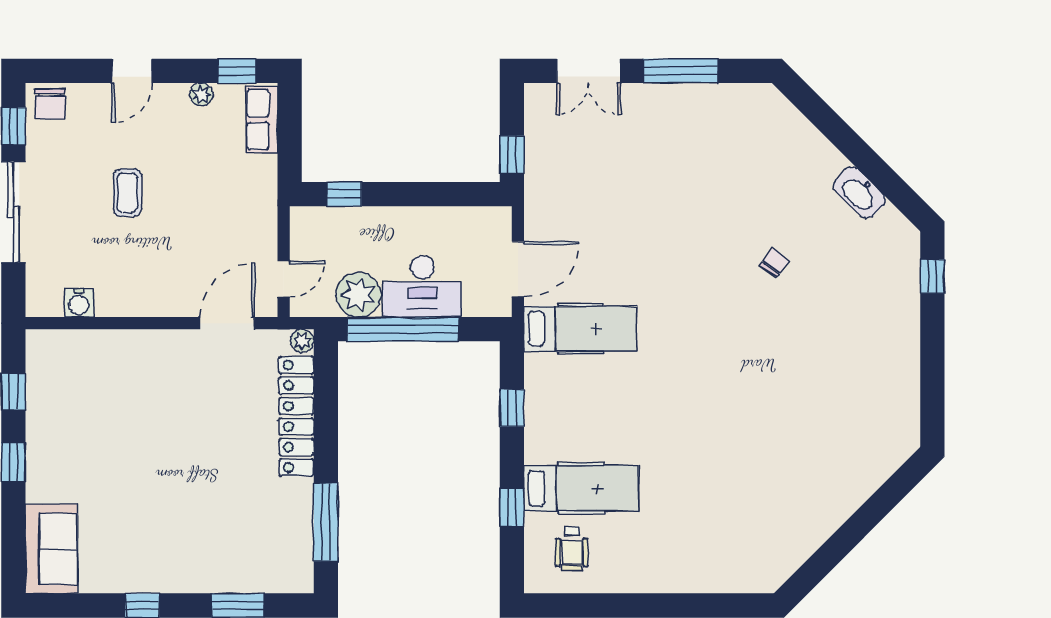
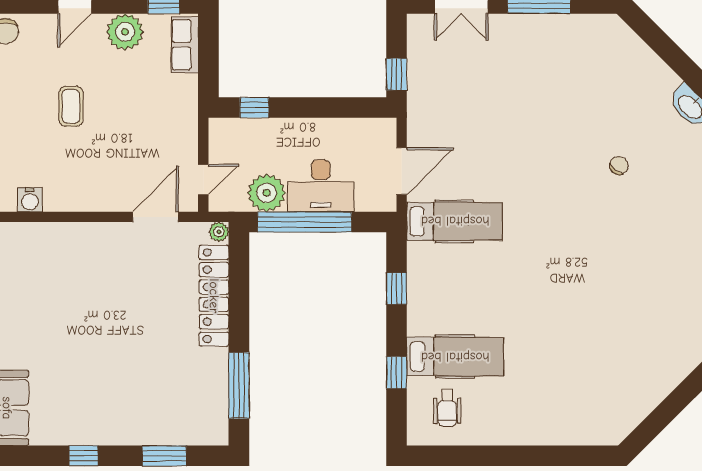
plant: (201, 95) -> (125, 32), width x1.88, depth x1.88

